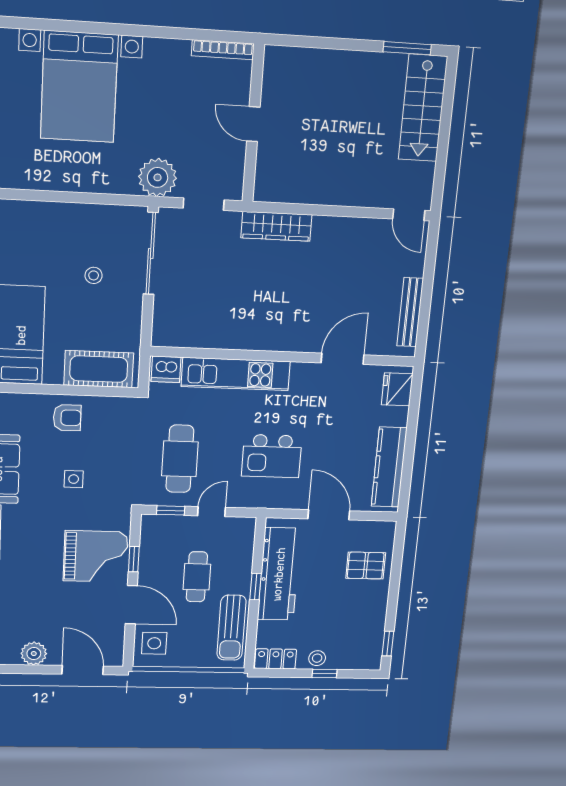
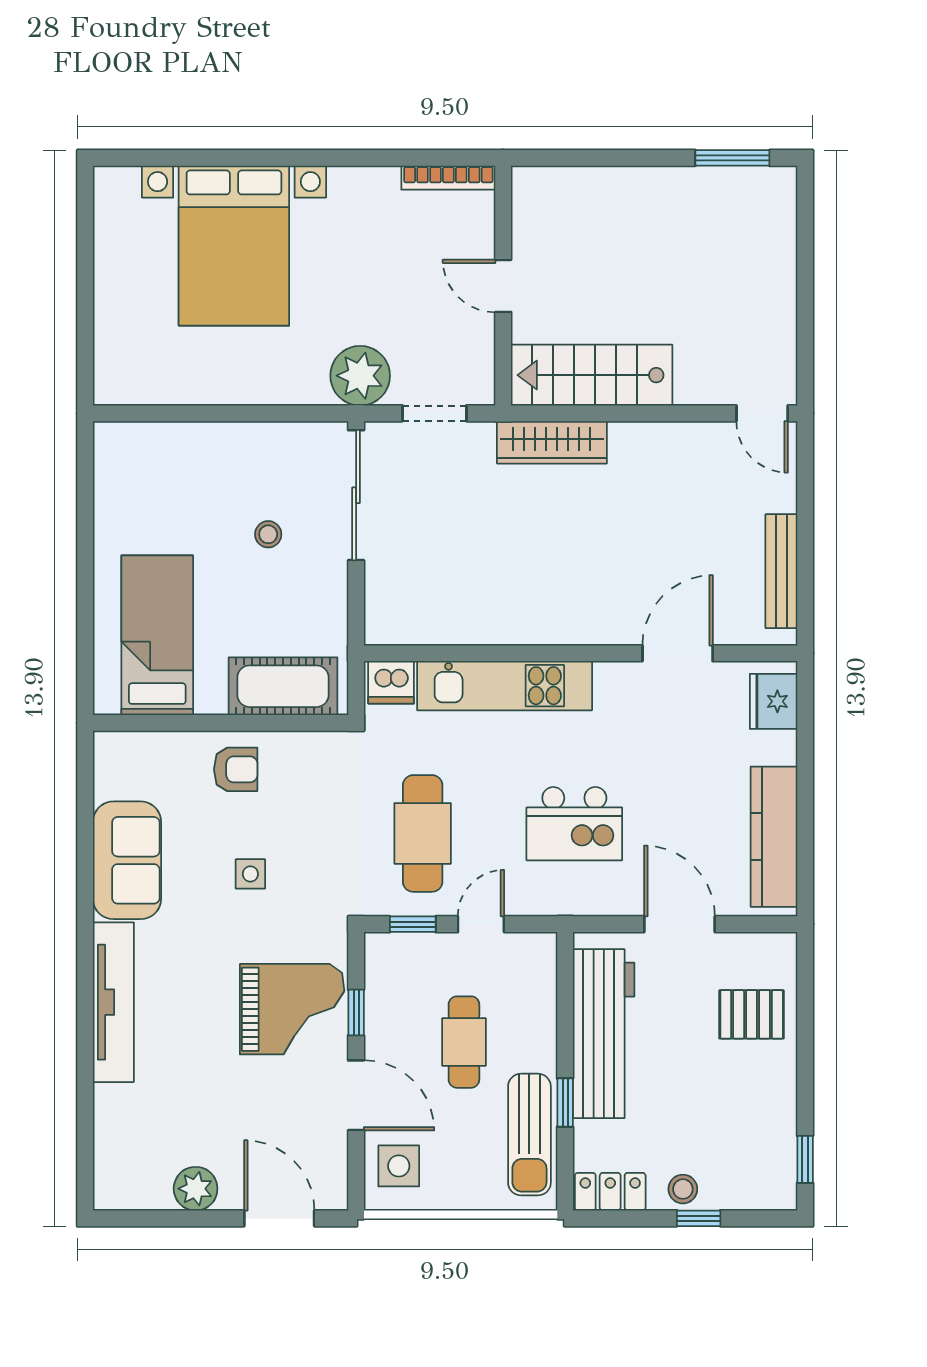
stairs: (423, 108) -> (592, 375), moved, turned 90
window: (256, 587) -> (565, 1103), moved

